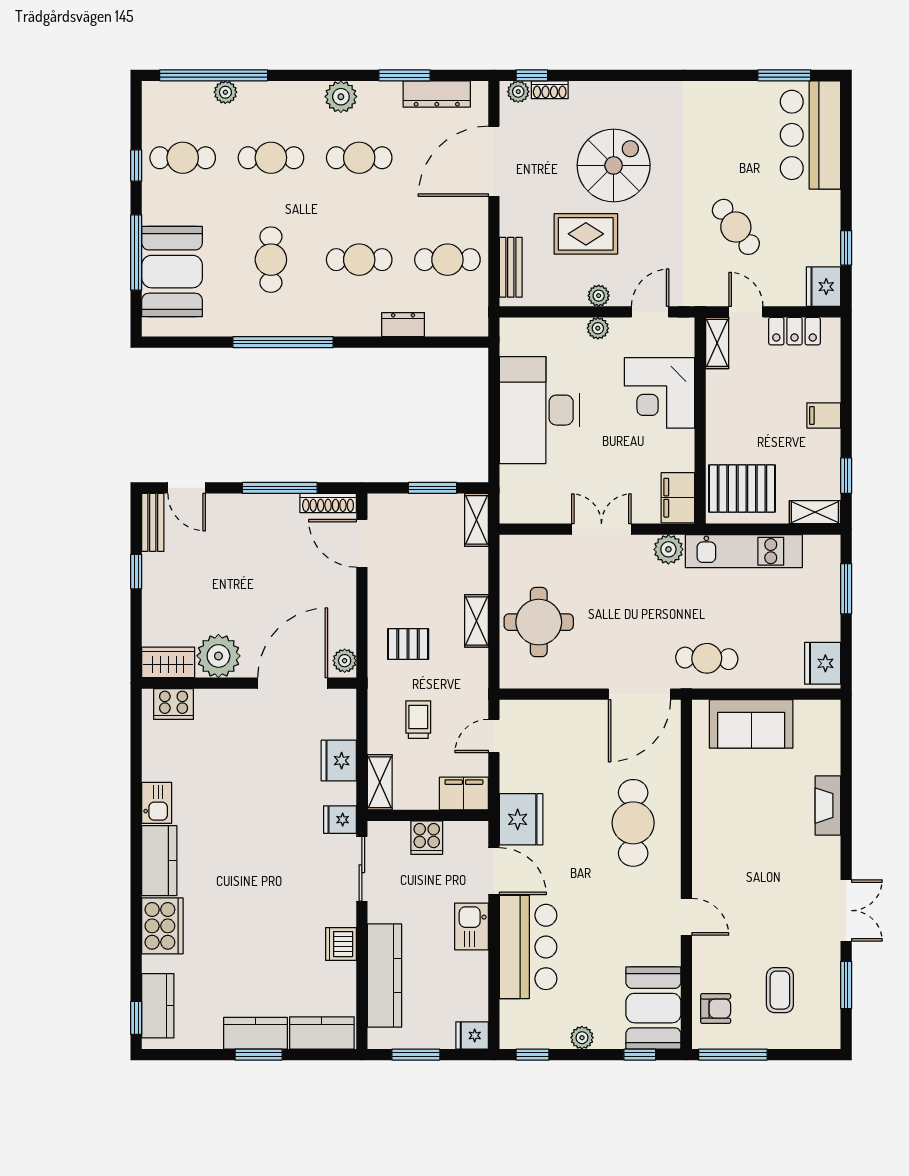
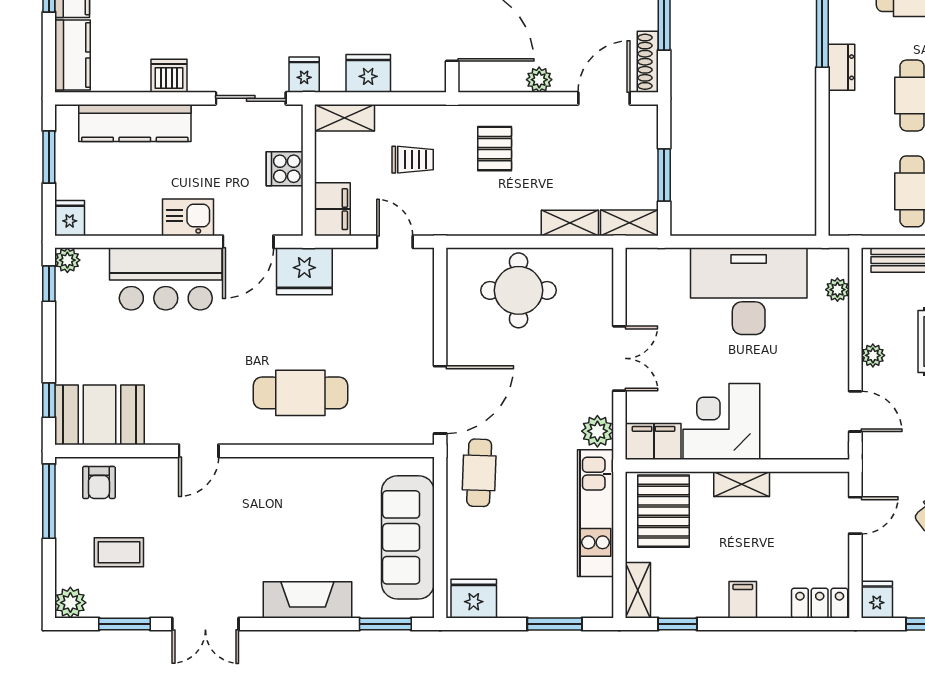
fridge: (823, 287) -> (877, 600), width x0.72
dresser: (403, 325) -> (841, 67), moved
plant: (598, 328) -> (837, 290), moved
locker: (795, 331) -> (820, 603), moved, turned 90
shelving: (717, 343) -> (742, 484), moved
corner desk: (659, 393) -> (721, 422), moved
shelving: (477, 621) -> (570, 223), moved
plant: (345, 661) -> (539, 80), moved
door: (639, 694) -> (440, 400), swing flipped
sofa: (751, 724) -> (408, 537), width x1.36
window: (846, 745) -> (385, 624), added
fireplace: (828, 806) -> (307, 600), width x1.37, depth x1.32
plant: (826, 1035) -> (70, 603), added
plant: (582, 1038) -> (67, 260), moved

